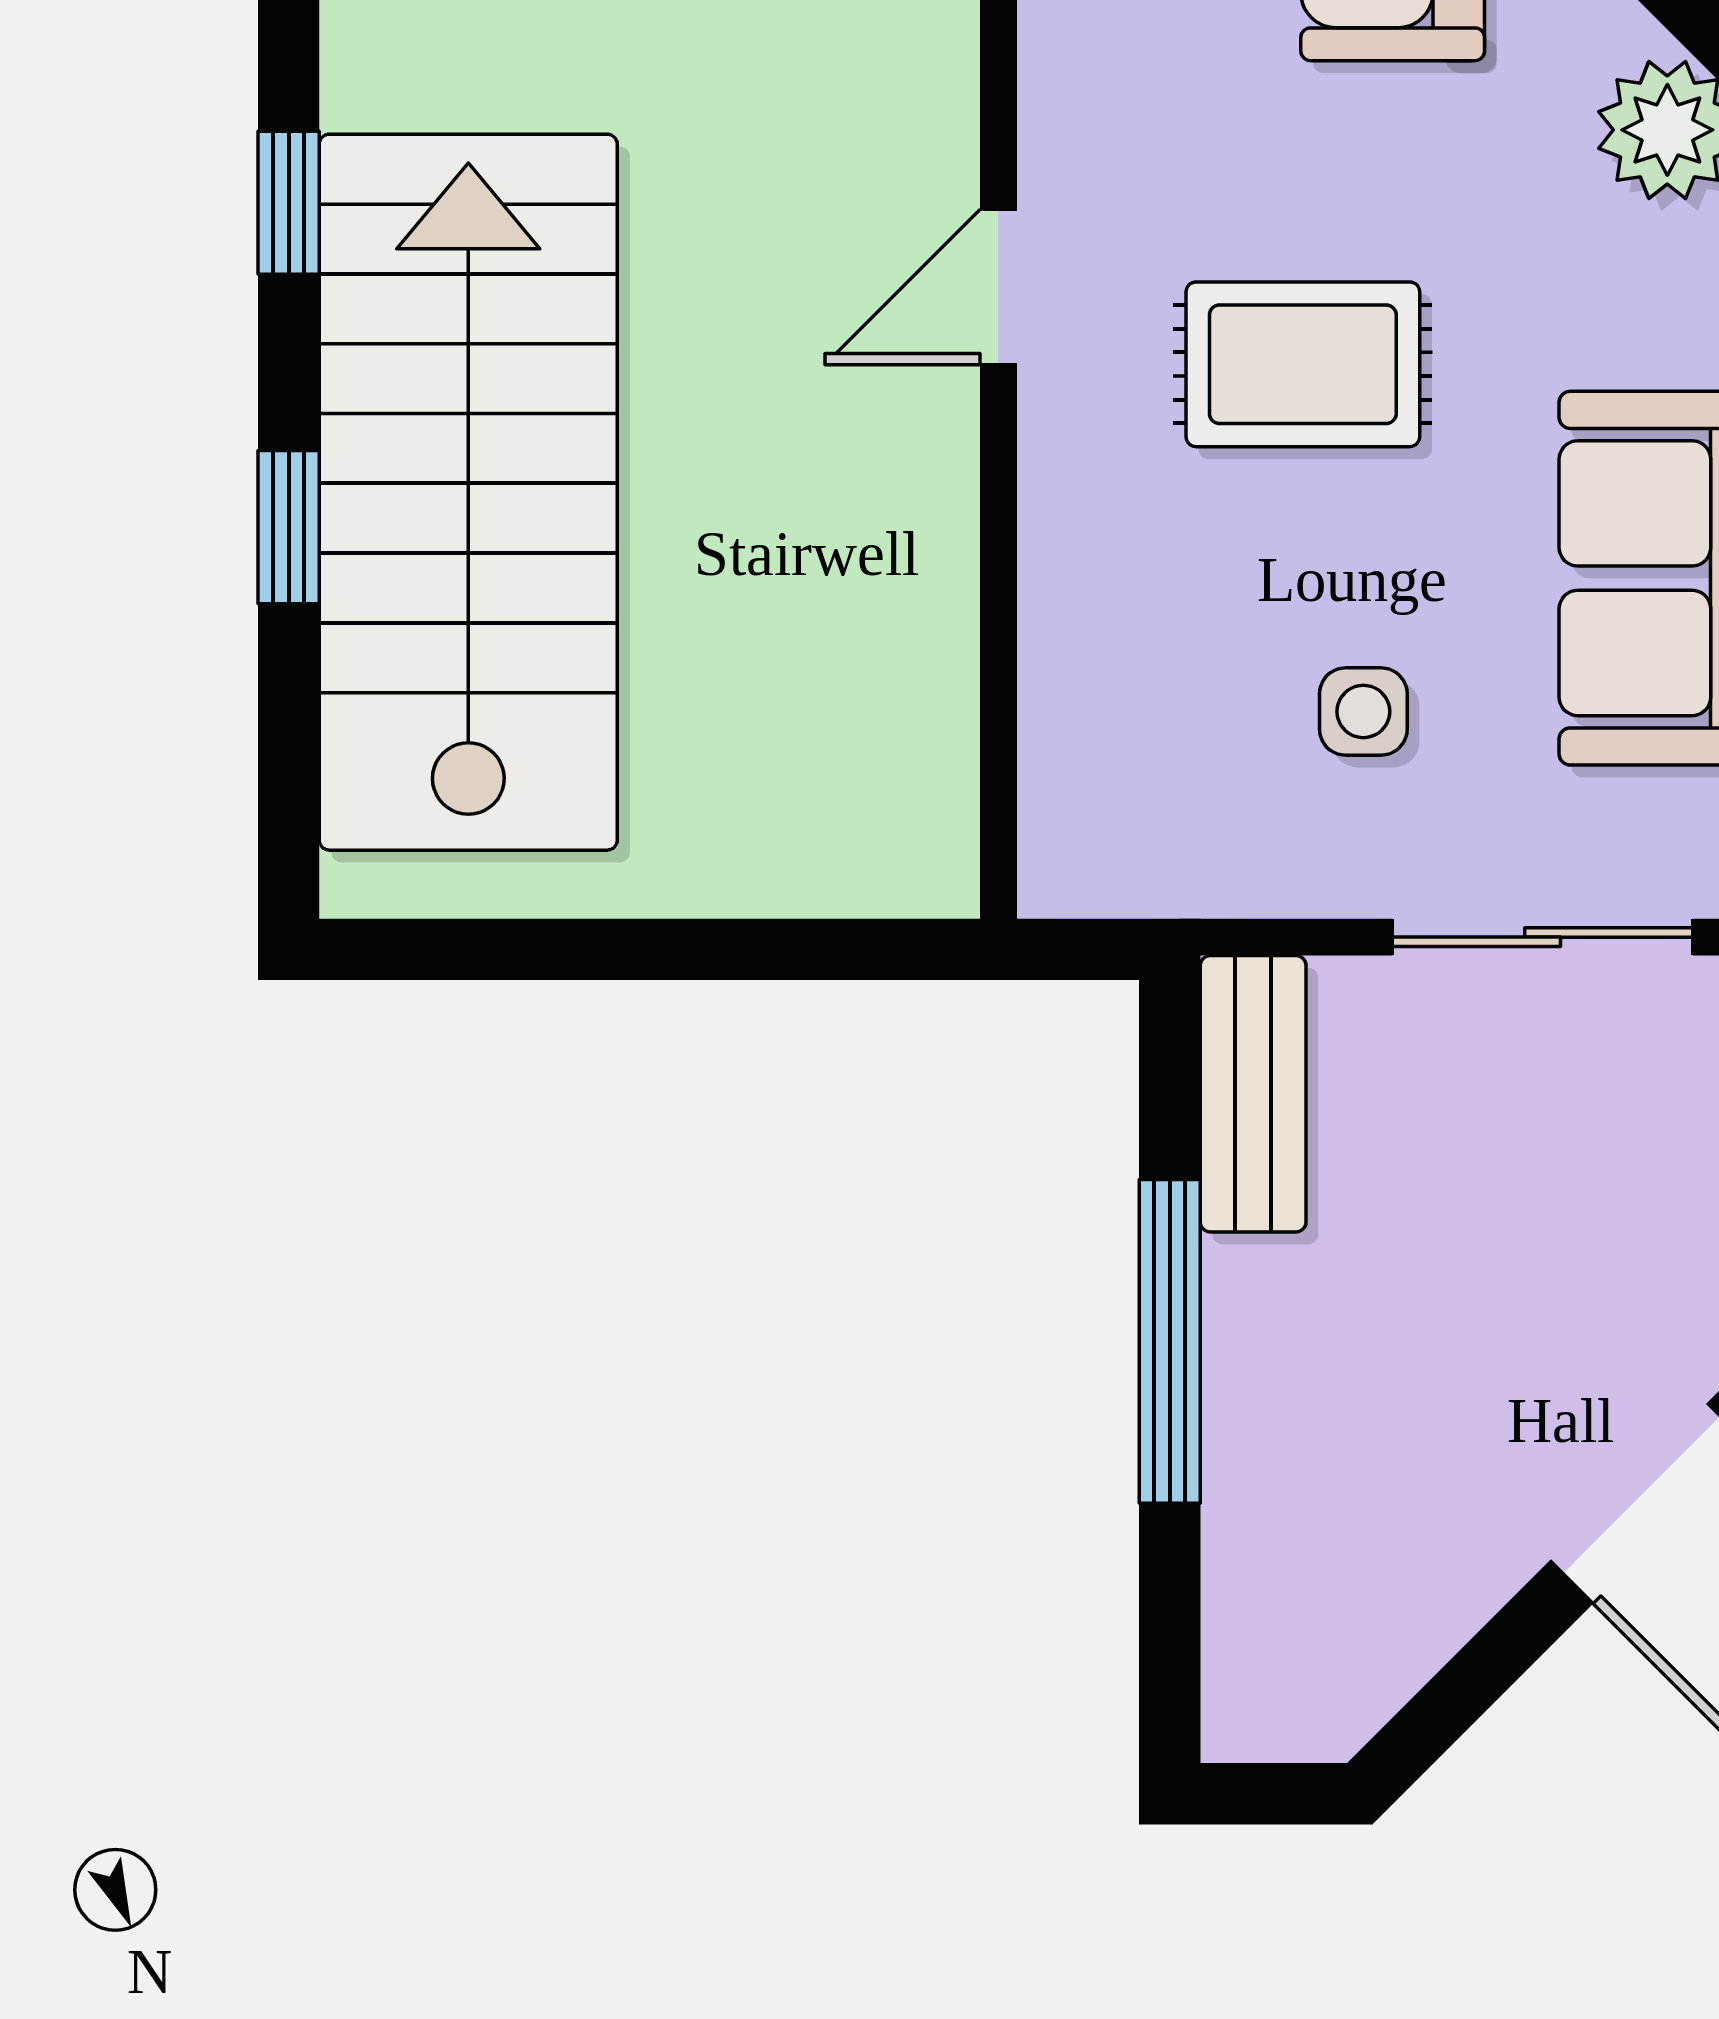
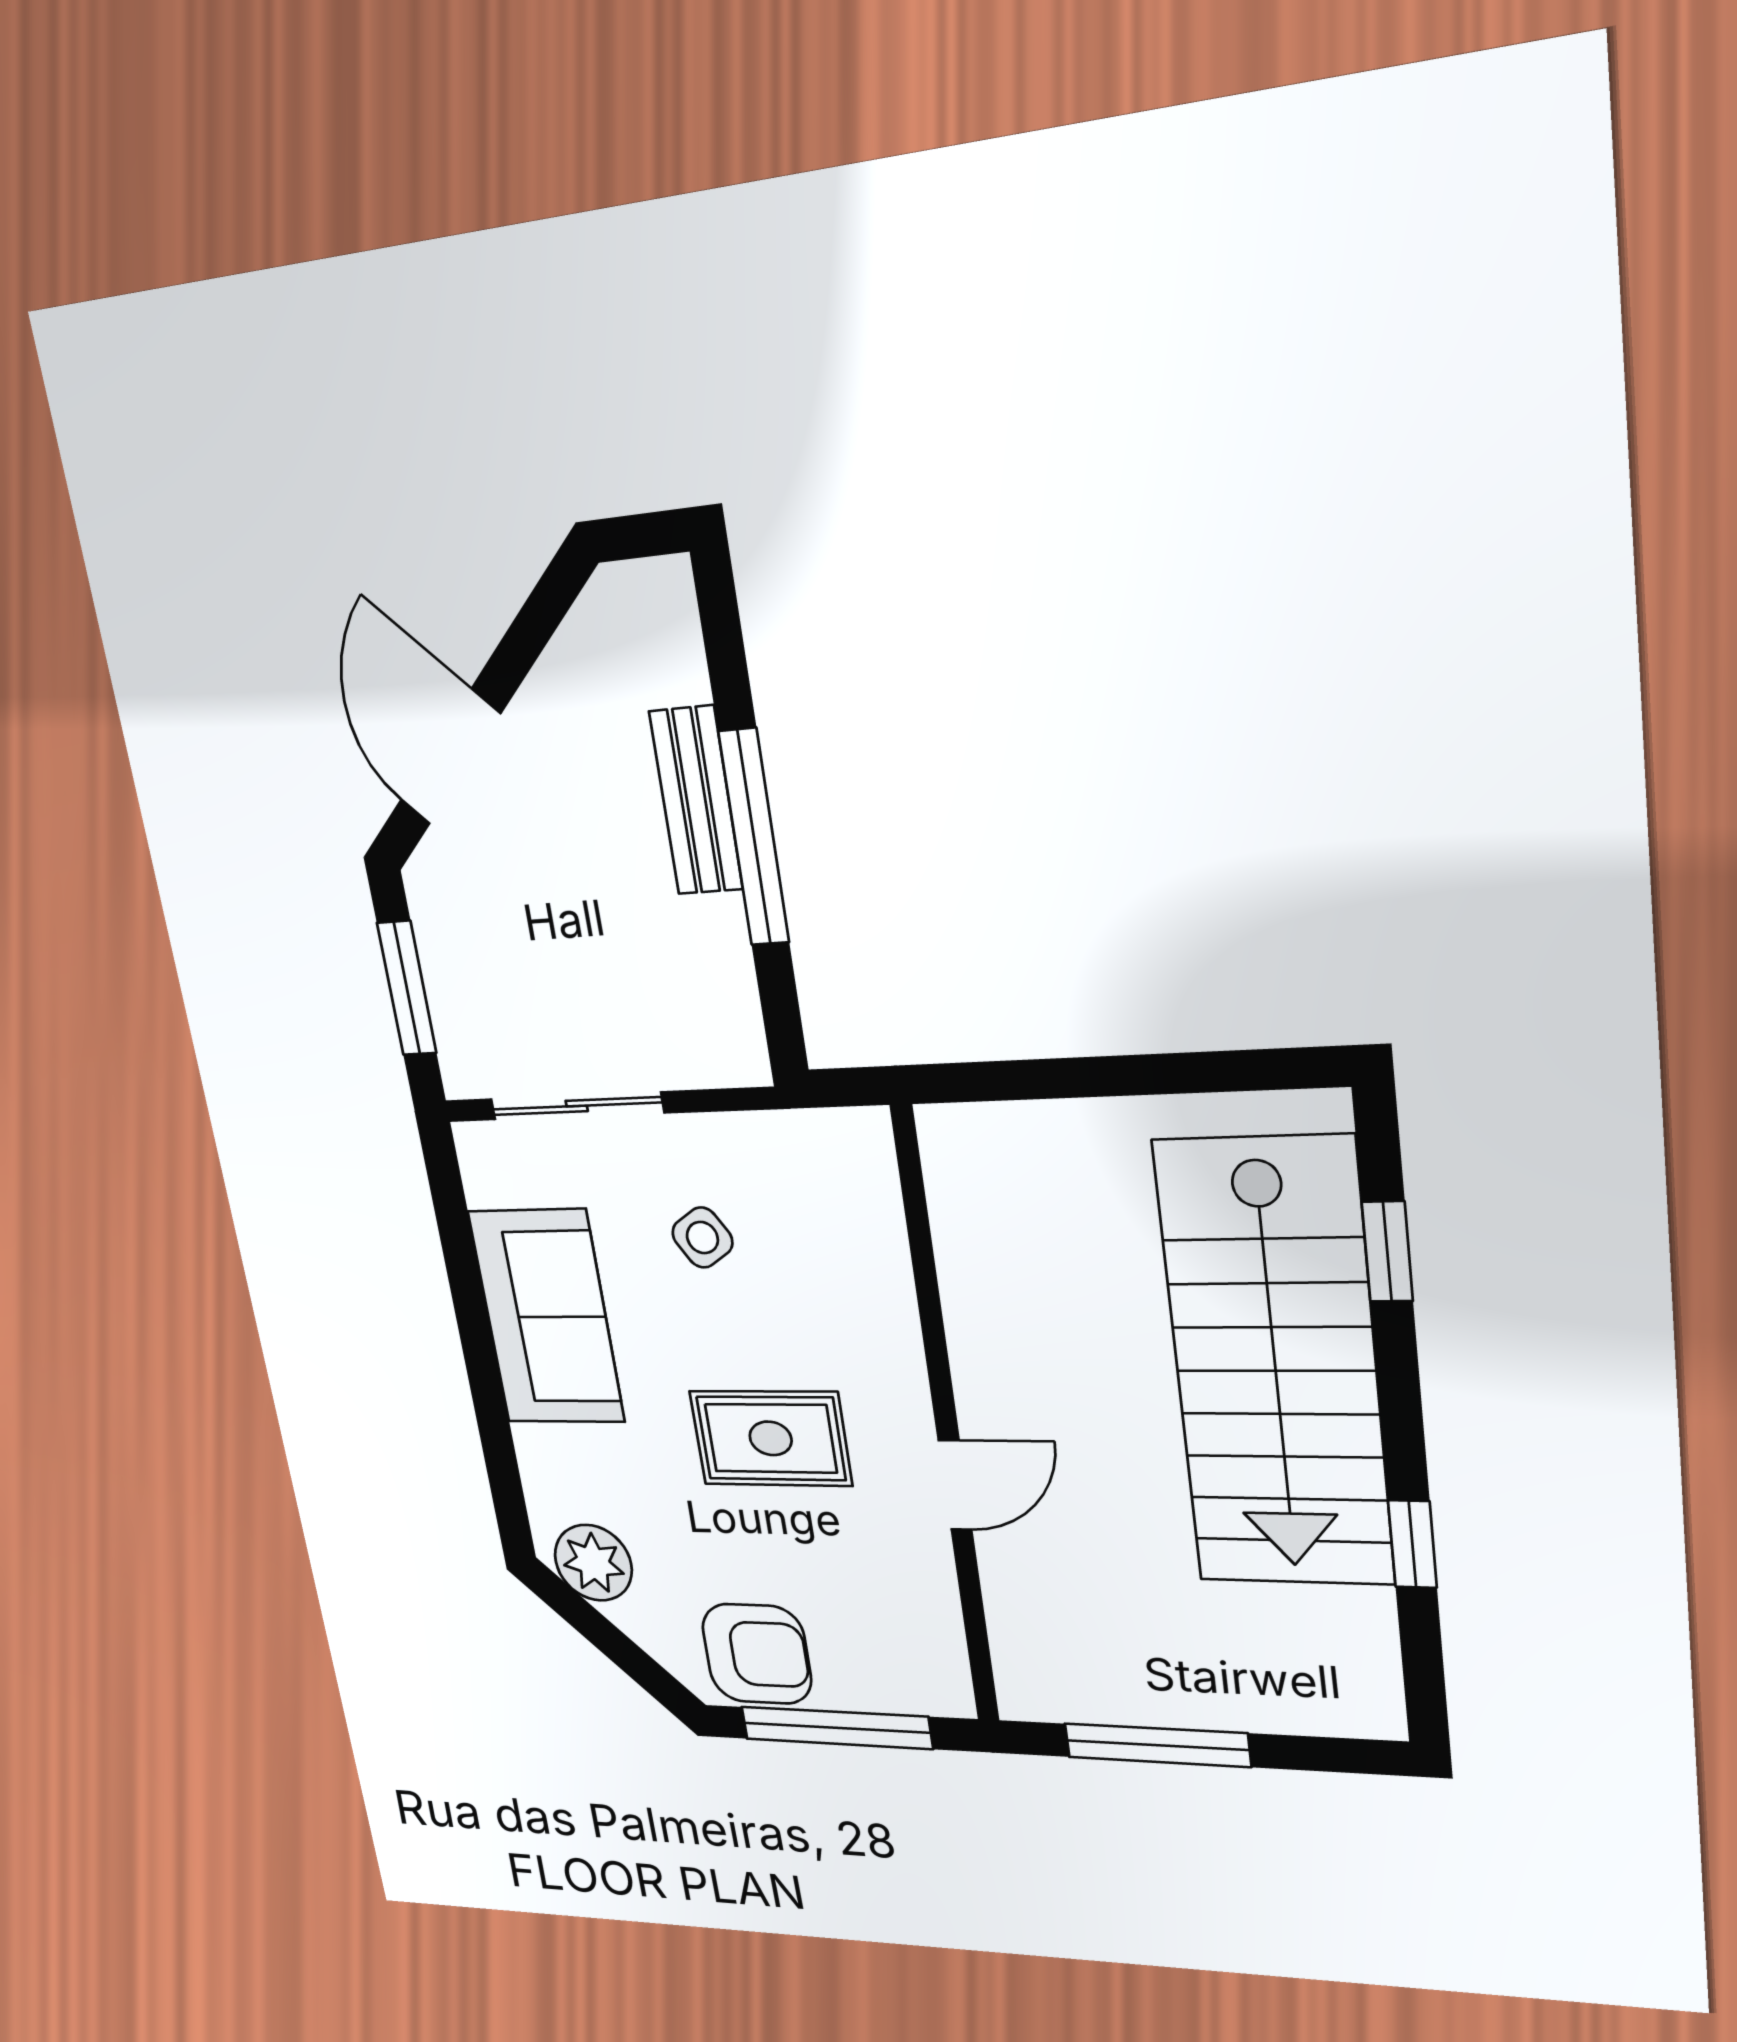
window: (289, 527) -> (1387, 1252), moved
side table: (1363, 711) -> (702, 1238), turned -33
bench: (1253, 1094) -> (696, 801), moved

